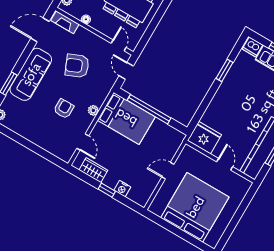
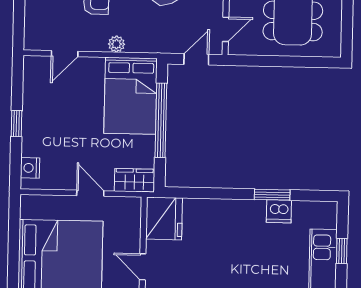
dishwasher: (252, 47) -> (279, 211), moved, turned -90
door: (225, 164) -> (143, 267), swing flipped
wardrobe: (93, 170) -> (134, 180), moved, turned -90
nightstand: (122, 189) -> (30, 168), moved

